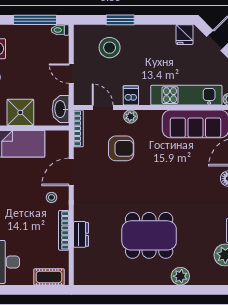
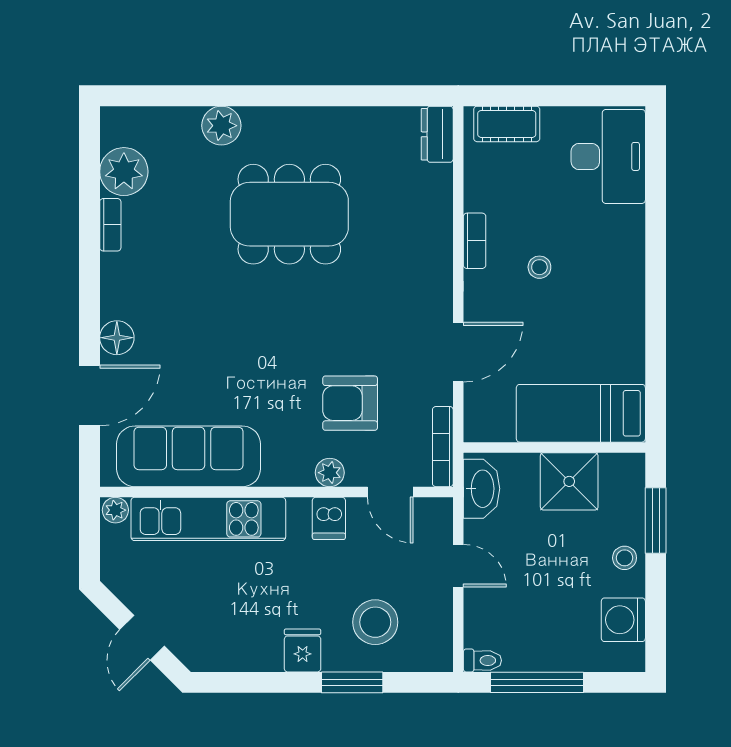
fridge: (185, 35) -> (303, 650), moved
stool: (51, 197) -> (539, 267), moved
bookcase: (64, 230) -> (475, 241), width x0.64
dresser: (81, 234) -> (437, 134), moved

